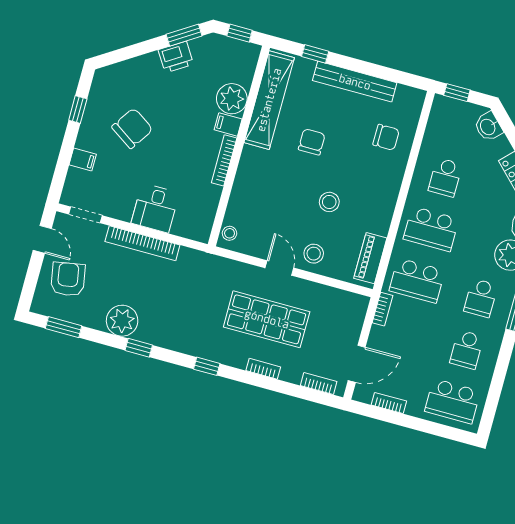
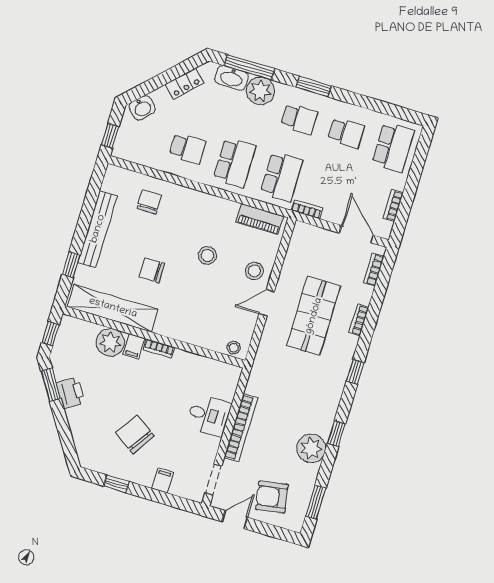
bookcase: (224, 160) -> (159, 348), width x0.64

